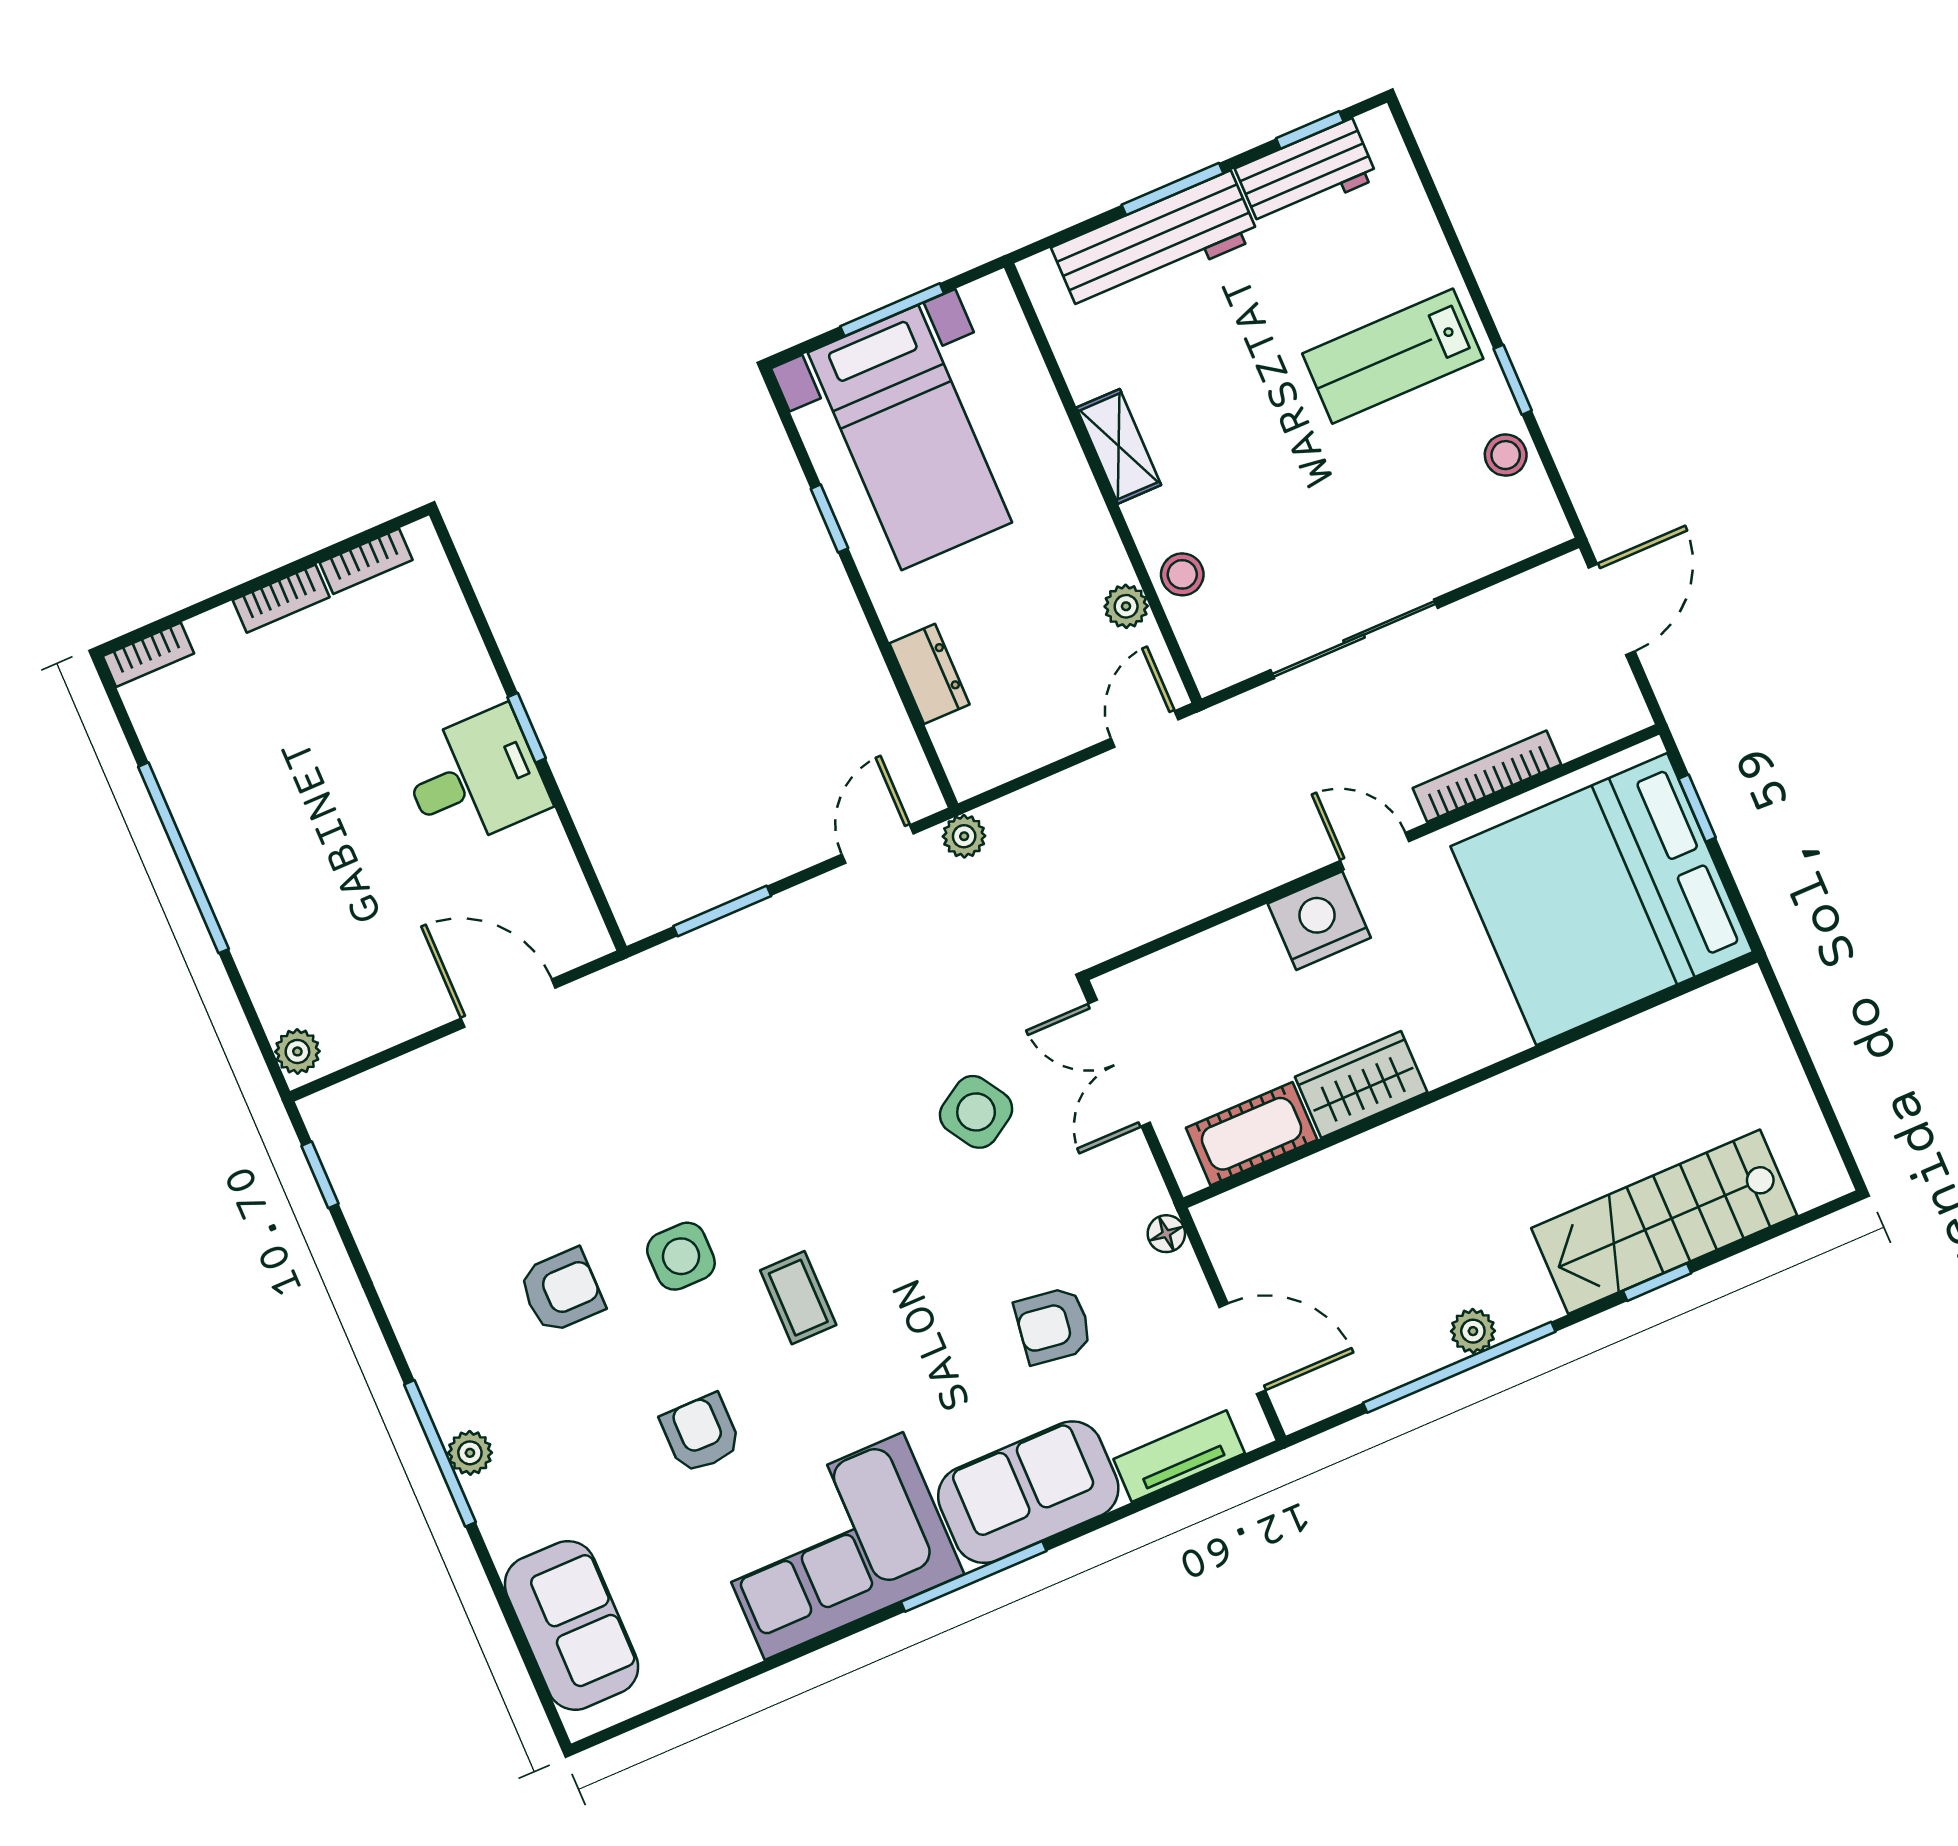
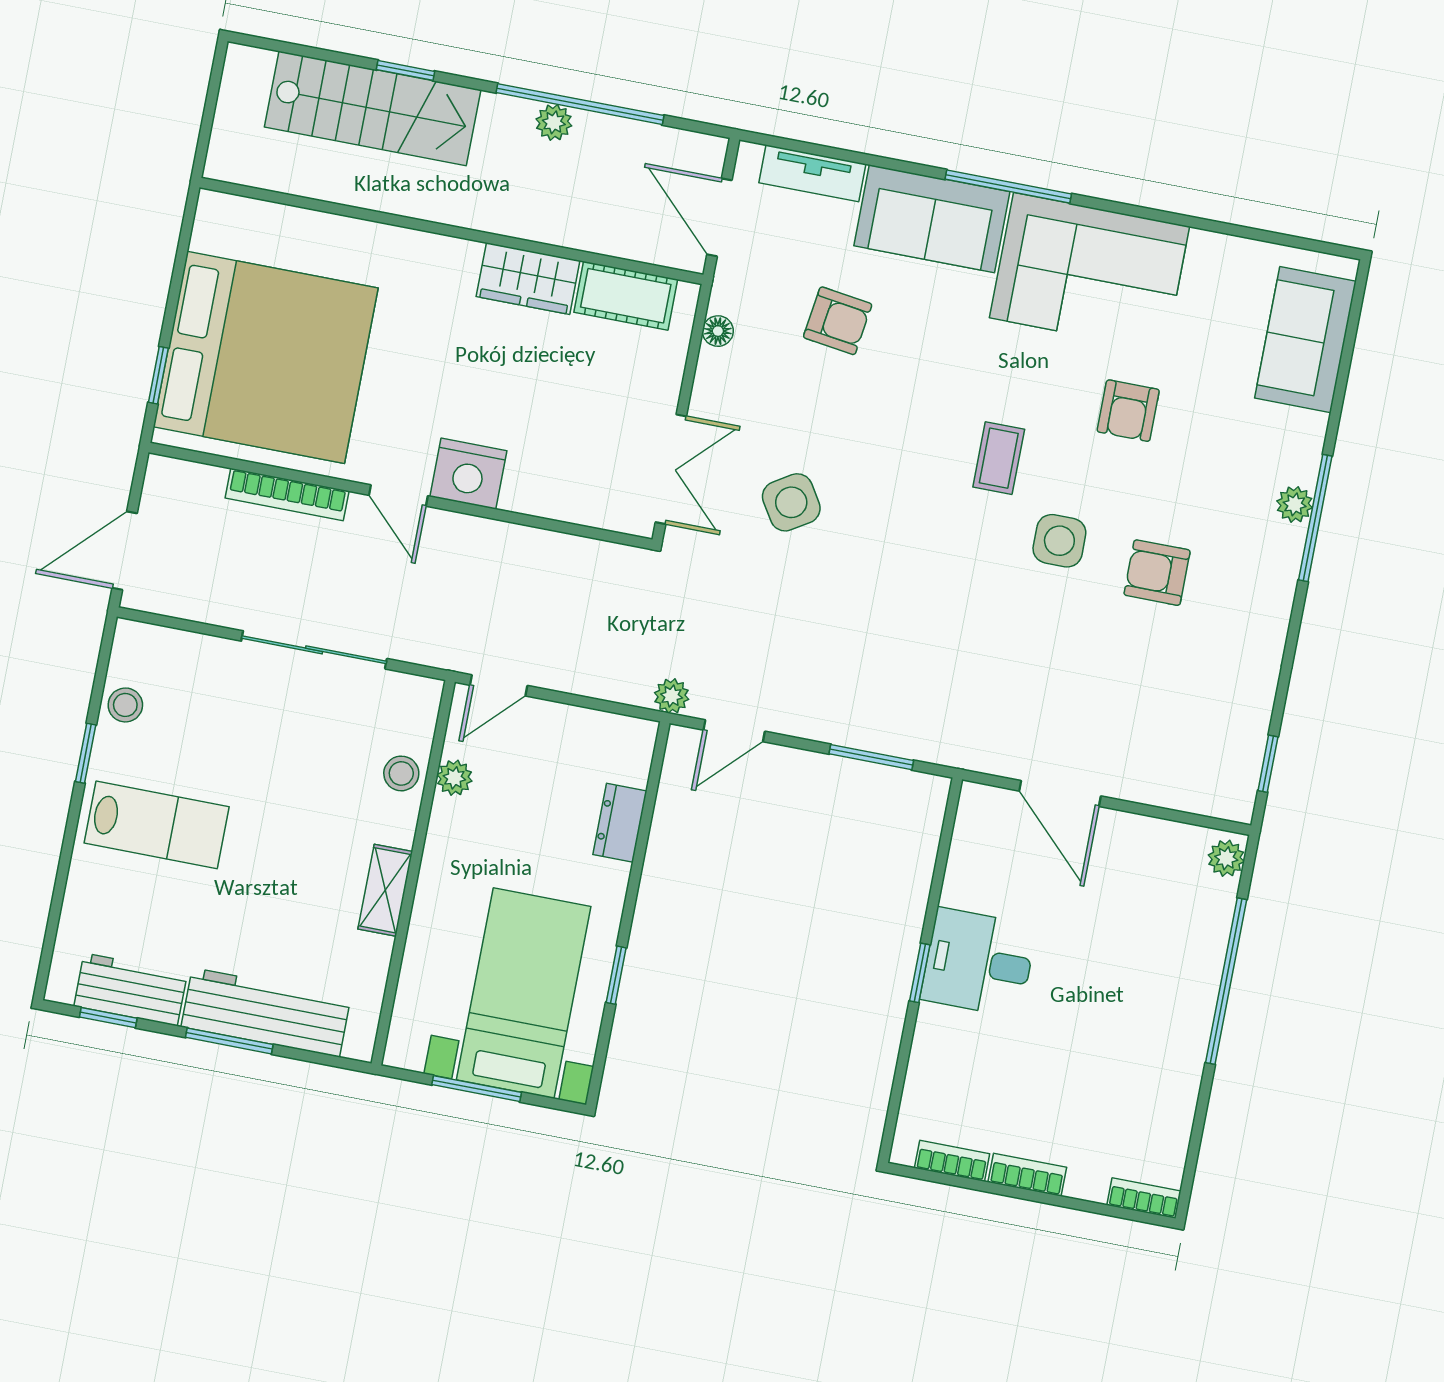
window: (184, 858) -> (1226, 981), moved
wall: (1470, 1080) -> (451, 231), moved
wardrobe: (1361, 1084) -> (528, 279), moved
cot: (1252, 1134) -> (626, 296), moved

